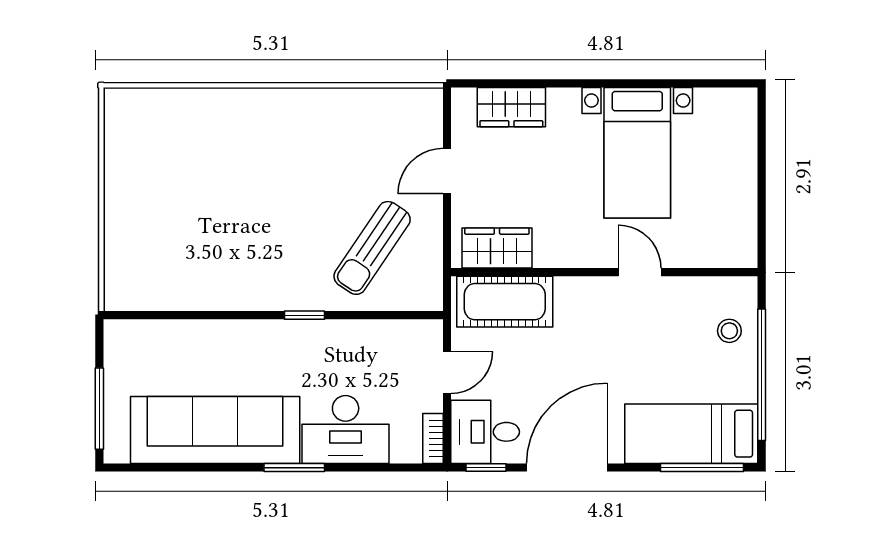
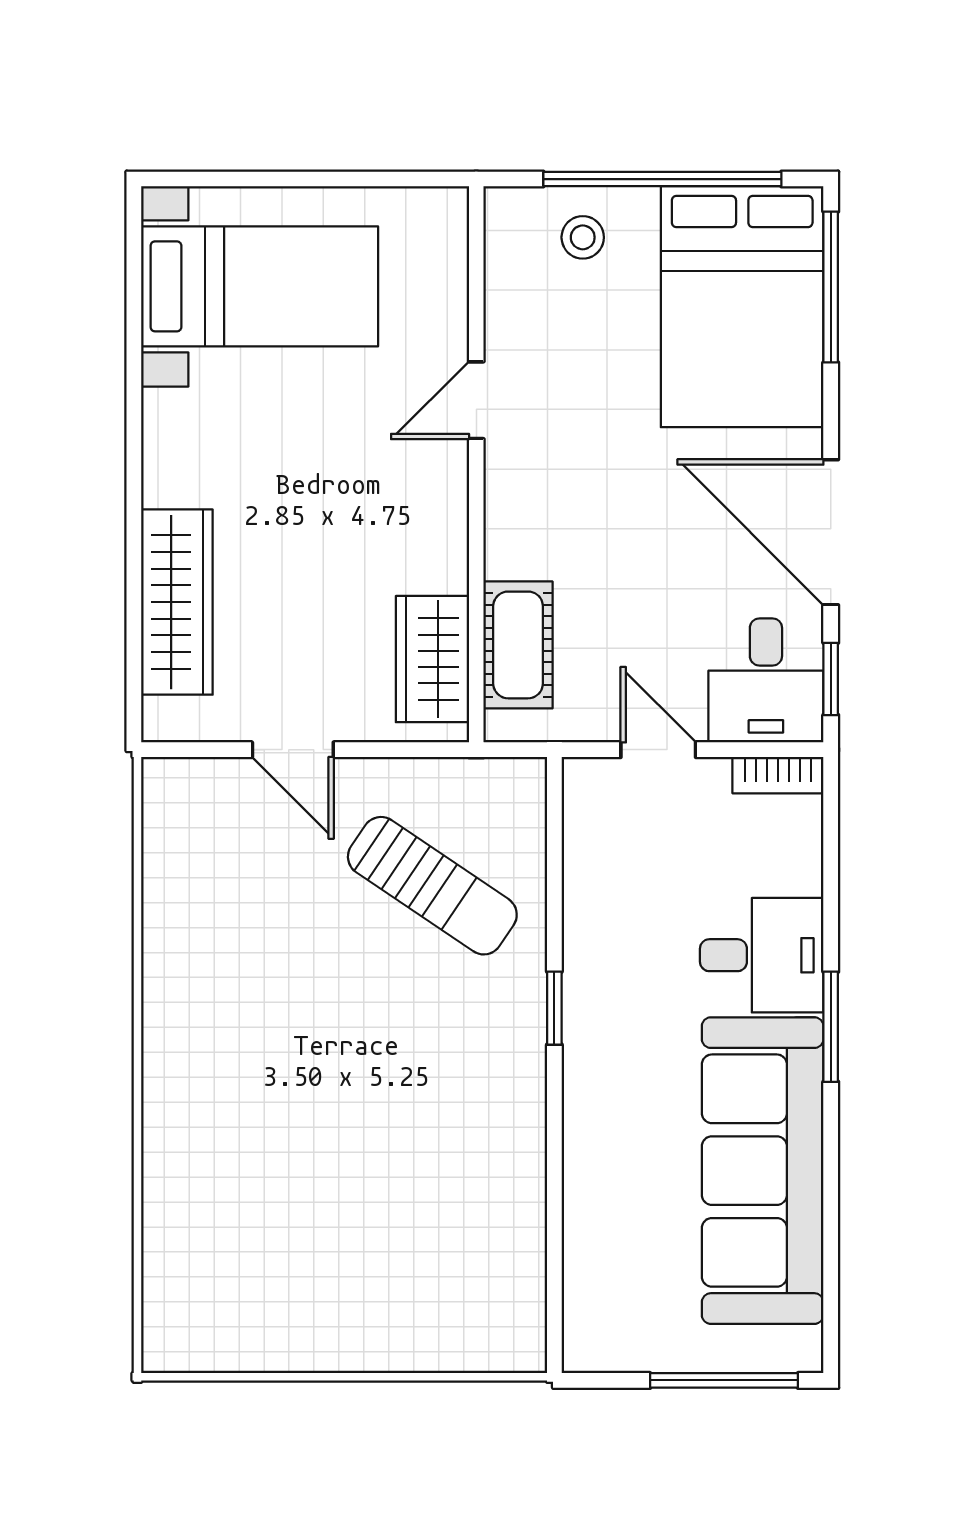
wardrobe: (511, 107) -> (177, 602), width x1.50
bed with nightstands: (637, 153) -> (260, 286), moved
cot: (505, 302) -> (518, 645), width x0.73, depth x0.75
desk: (346, 429) -> (762, 955), width x0.73
bed: (691, 434) -> (742, 307), width x1.50

